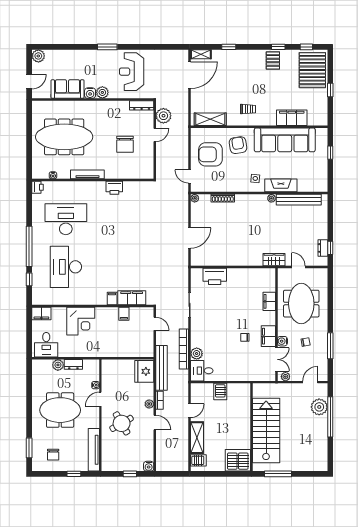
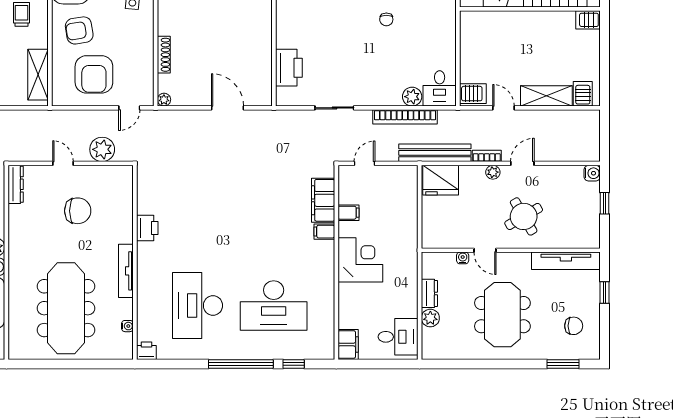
plant: (163, 116) -> (102, 149), moved
corner desk: (81, 321) -> (360, 260), moved
server rack: (220, 392) -> (473, 94), moved
server rack: (238, 460) -> (588, 20), width x0.46, depth x0.70

